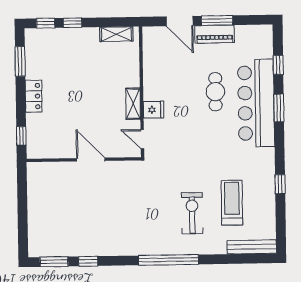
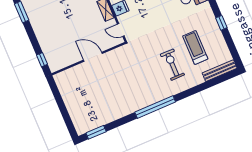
locker: (34, 96) -> (39, 31), removed
window: (169, 260) -> (155, 107), moved
window: (88, 261) -> (118, 123), removed

